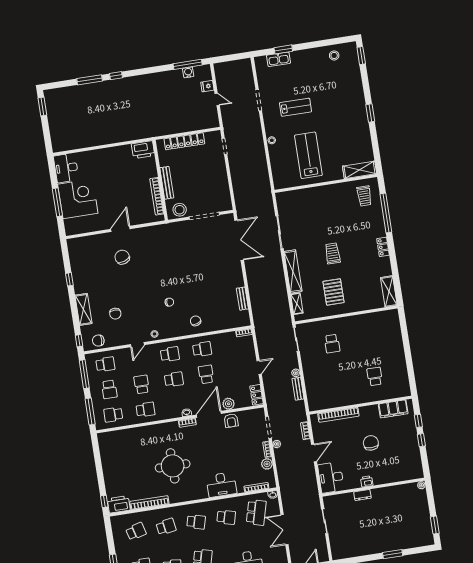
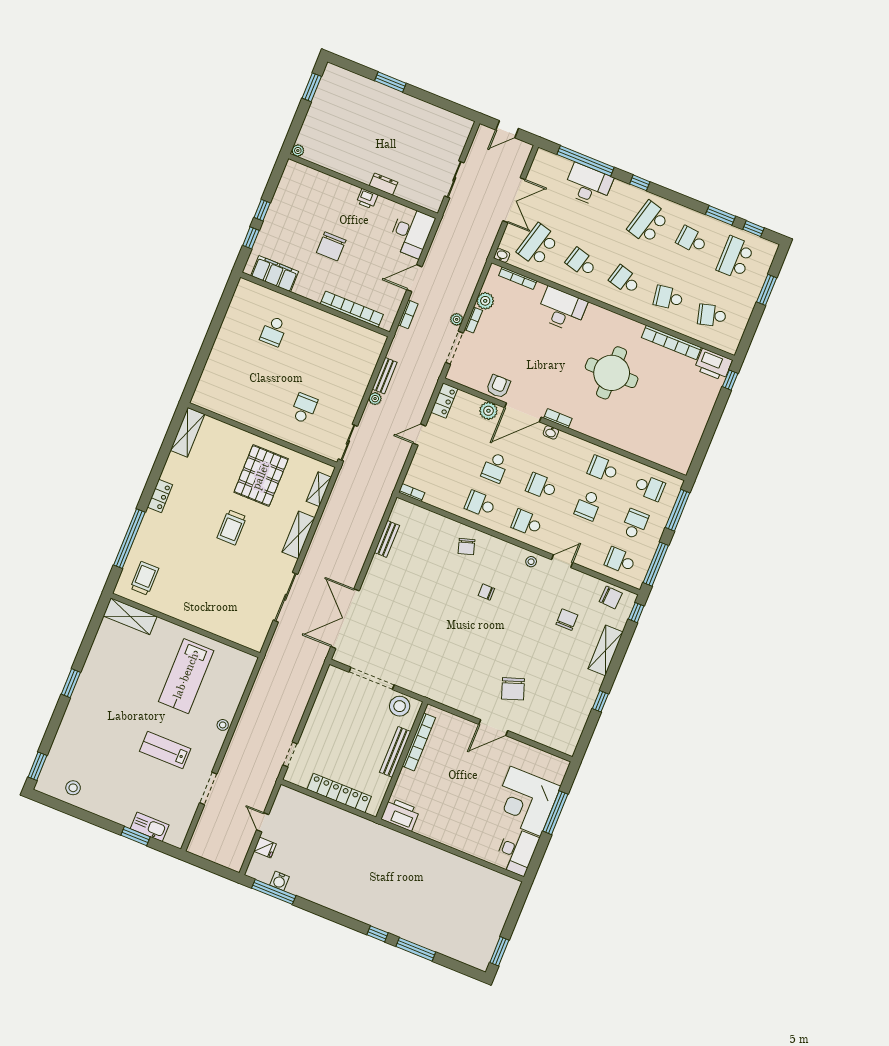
shelving: (293, 271) -> (298, 535), width x0.68
pallet: (334, 292) -> (261, 476), width x1.37, depth x1.41

